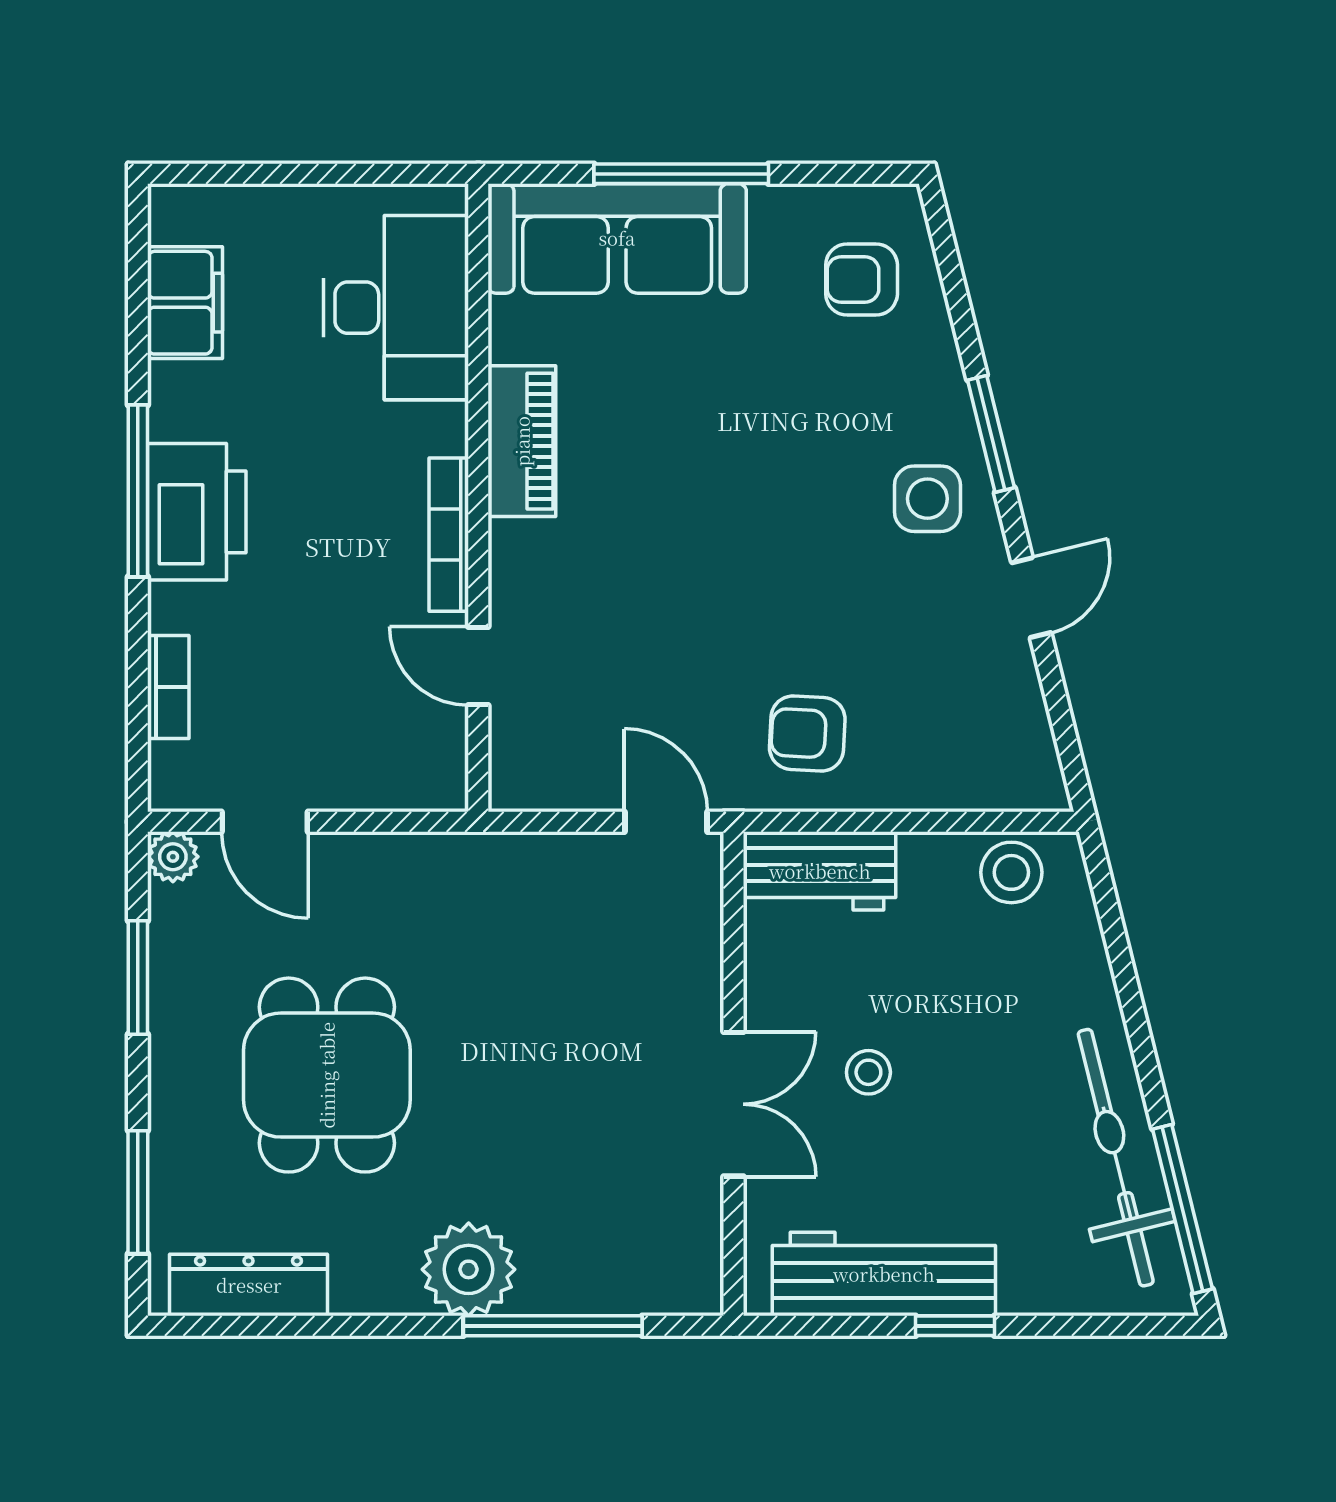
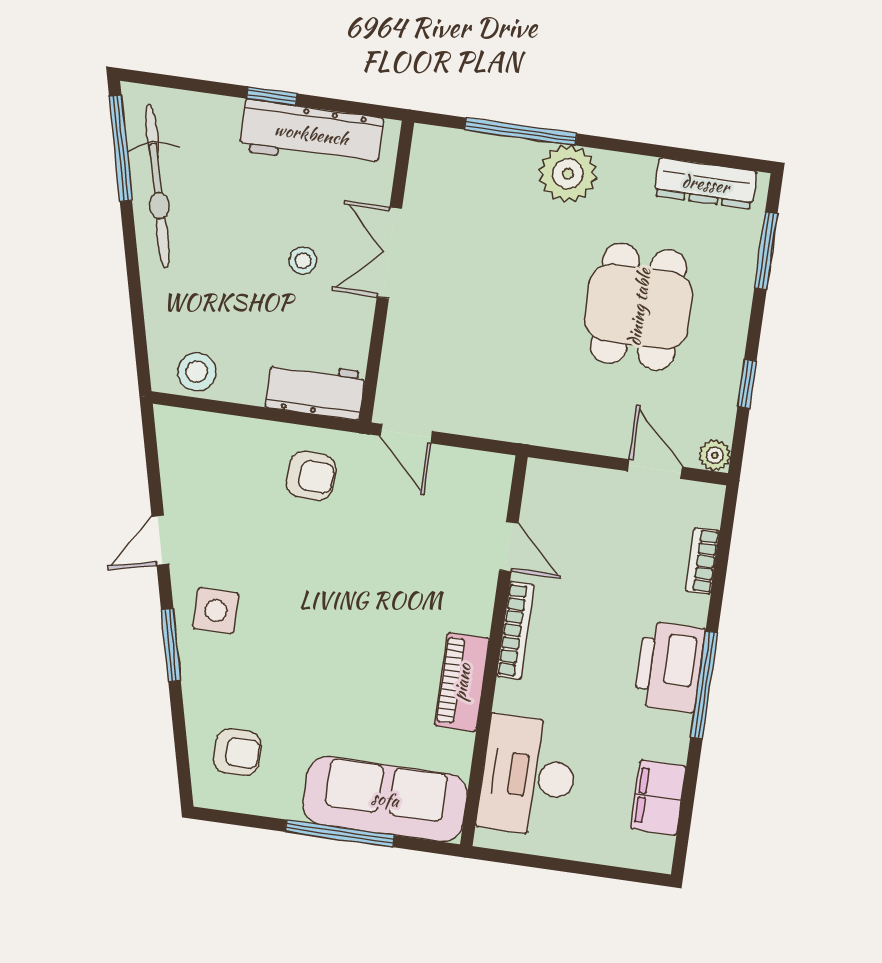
window: (138, 977) -> (747, 384), width x0.67

